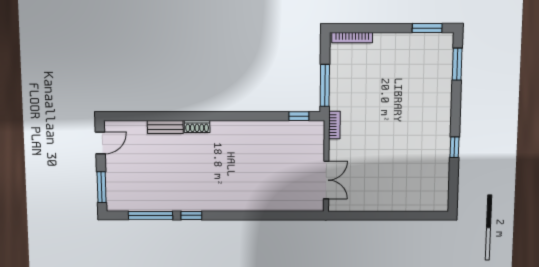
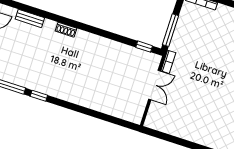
bench: (165, 127) -> (30, 18), moved
double door: (326, 180) -> (155, 85), moved

